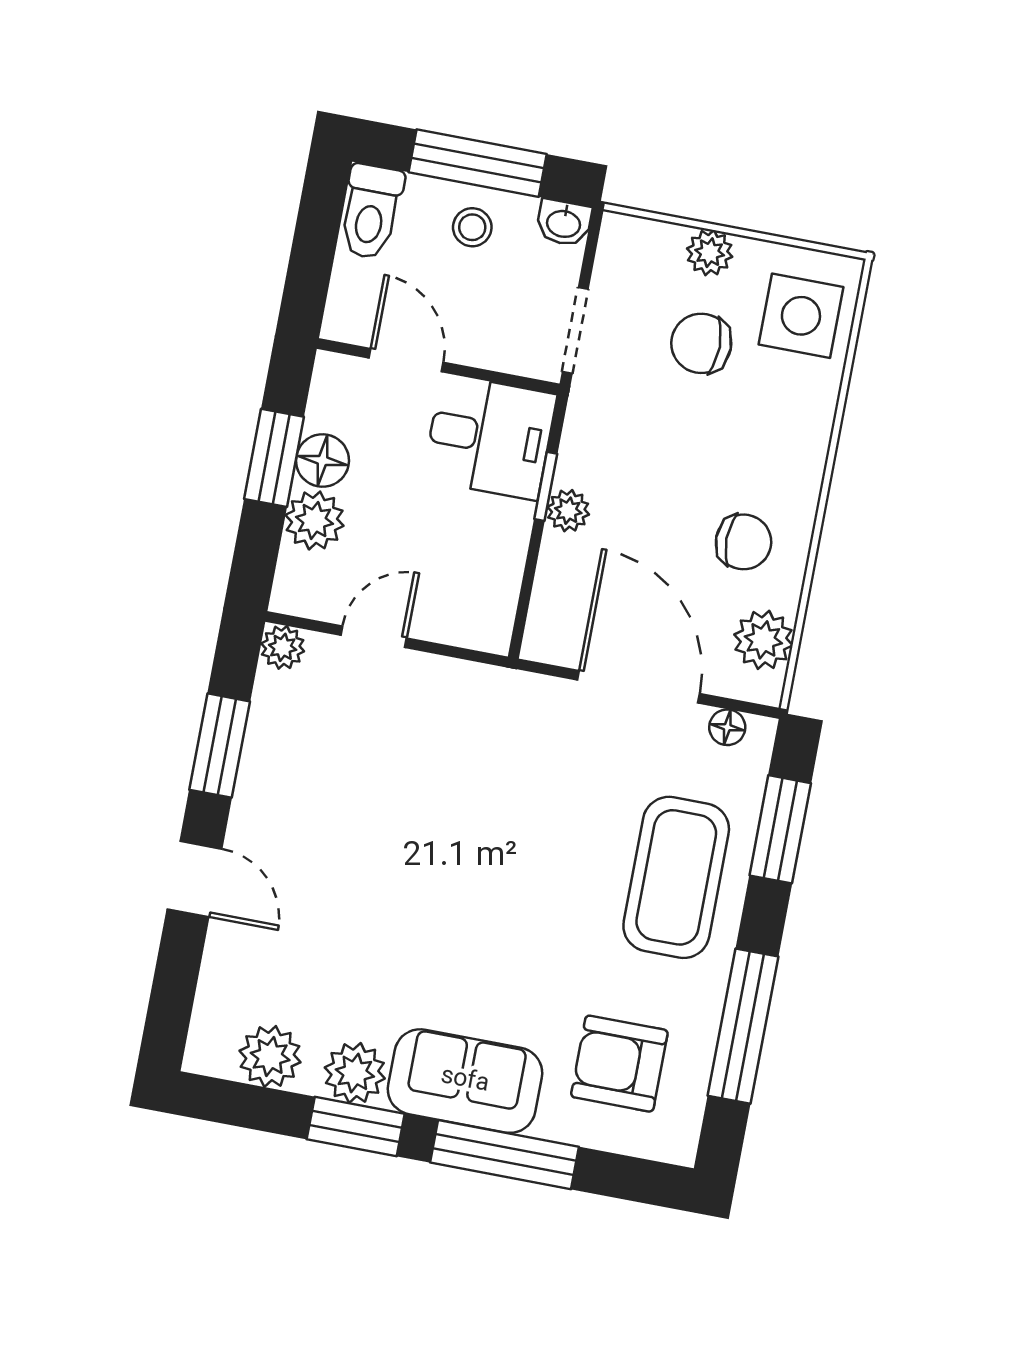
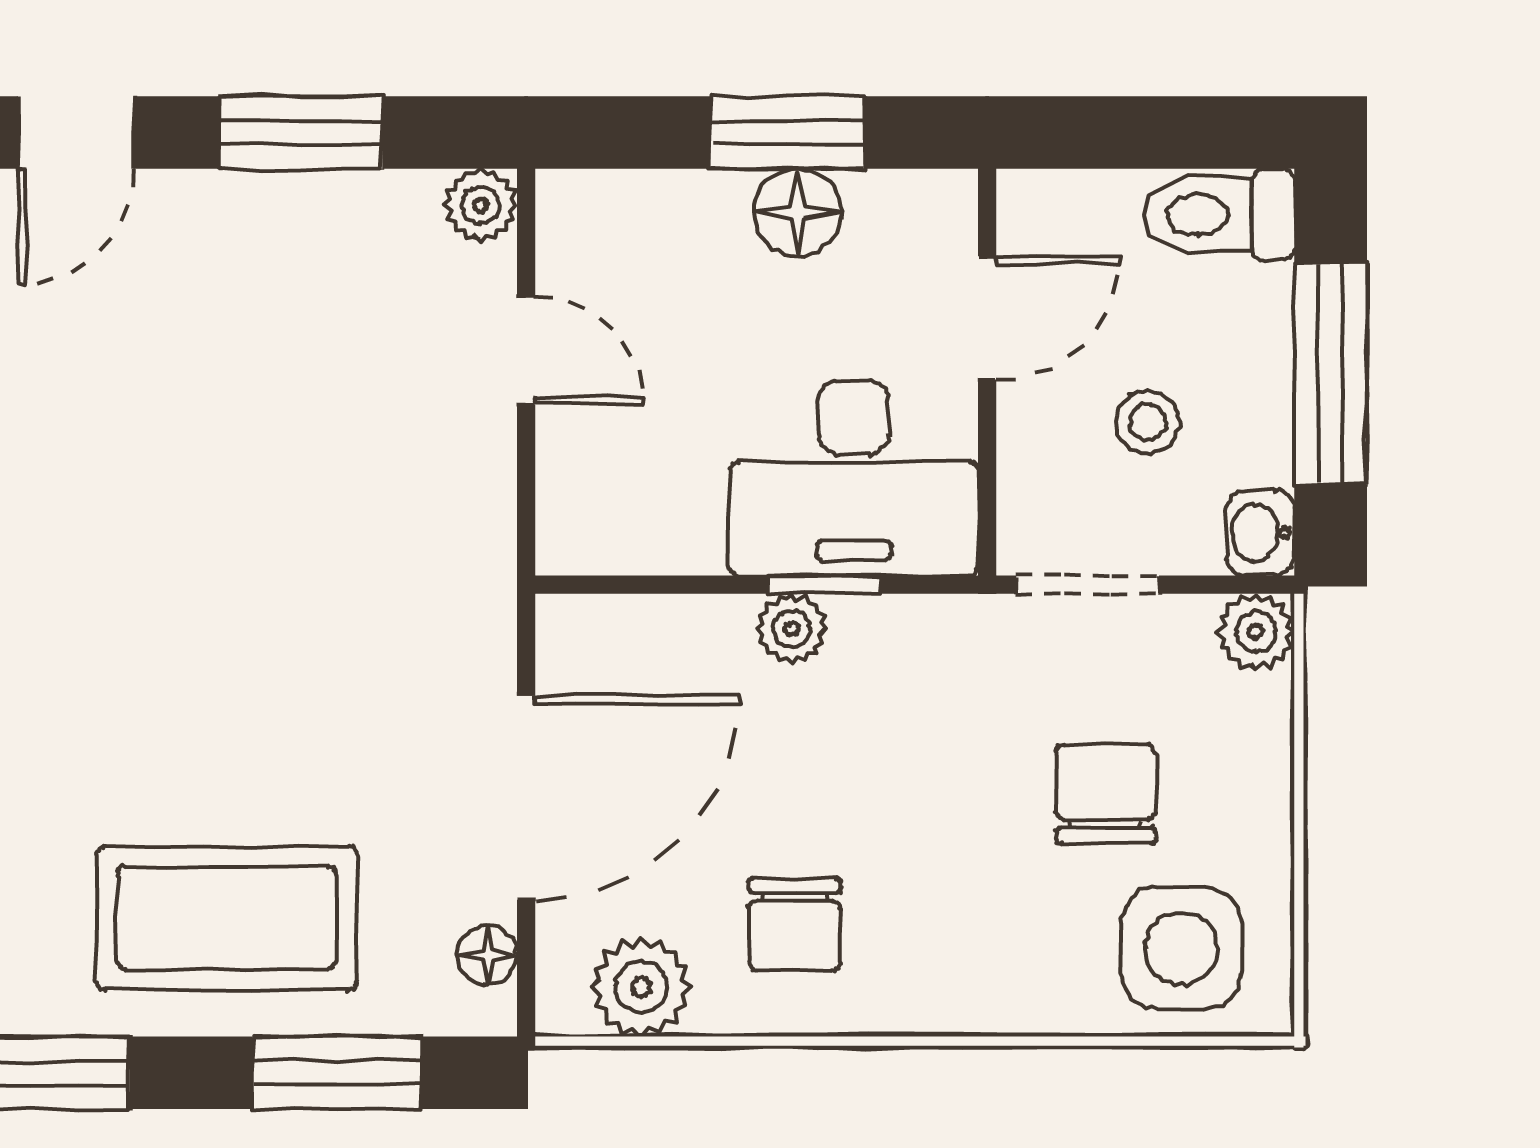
stool: (472, 227) -> (1148, 422), moved
plant: (710, 253) -> (1256, 632), moved
desk: (490, 437) -> (854, 478), width x1.37
plant: (315, 520) -> (697, 218), removed

